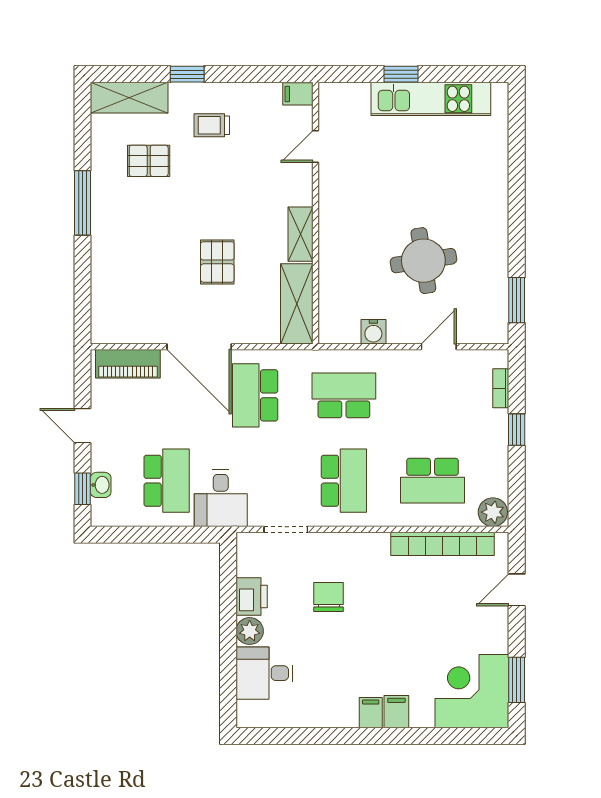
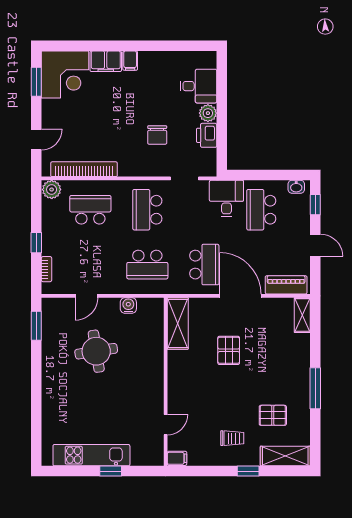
shelving: (300, 234) -> (302, 315), moved
washbasin: (101, 485) -> (296, 187), moved, turned -90
filing cabinet: (396, 712) -> (106, 61), width x2.00

